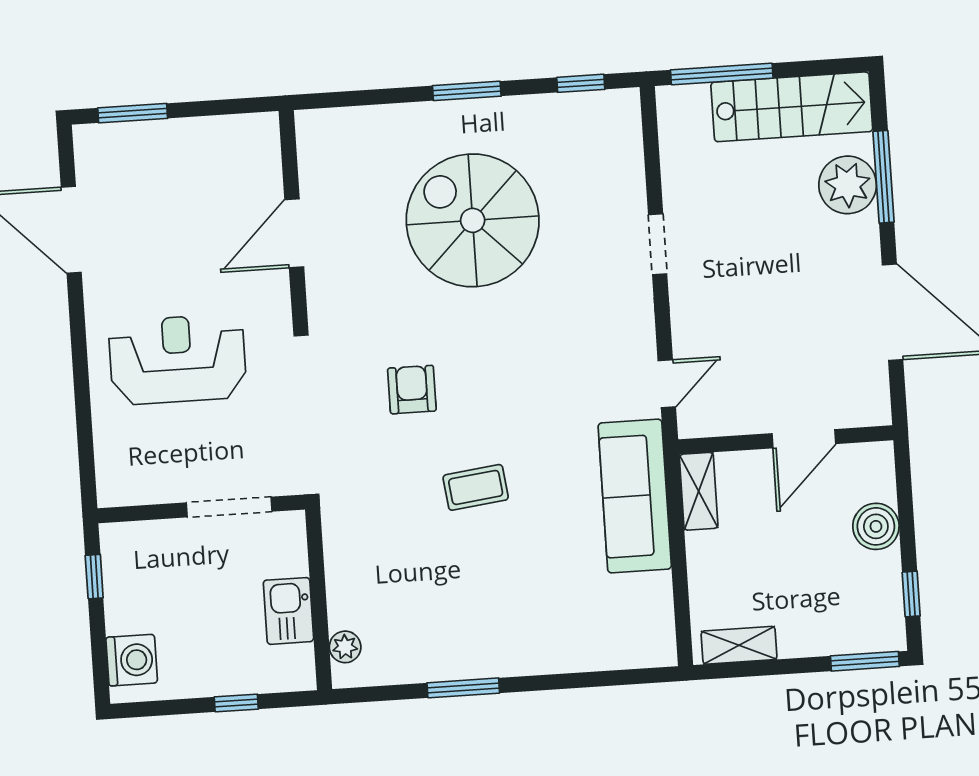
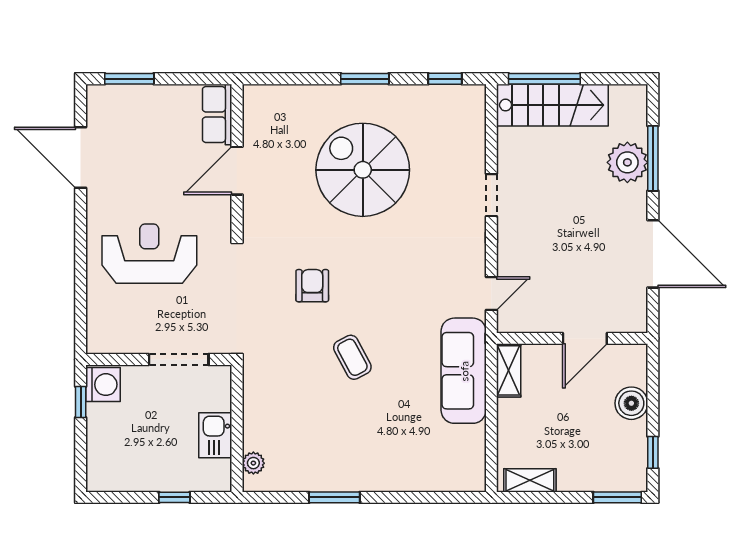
stairs: (792, 107) -> (552, 105), moved
row of seats: (261, 156) -> (217, 114), added
coffee table: (476, 487) -> (352, 357), turned 69
washing machine: (132, 660) -> (103, 385), moved

